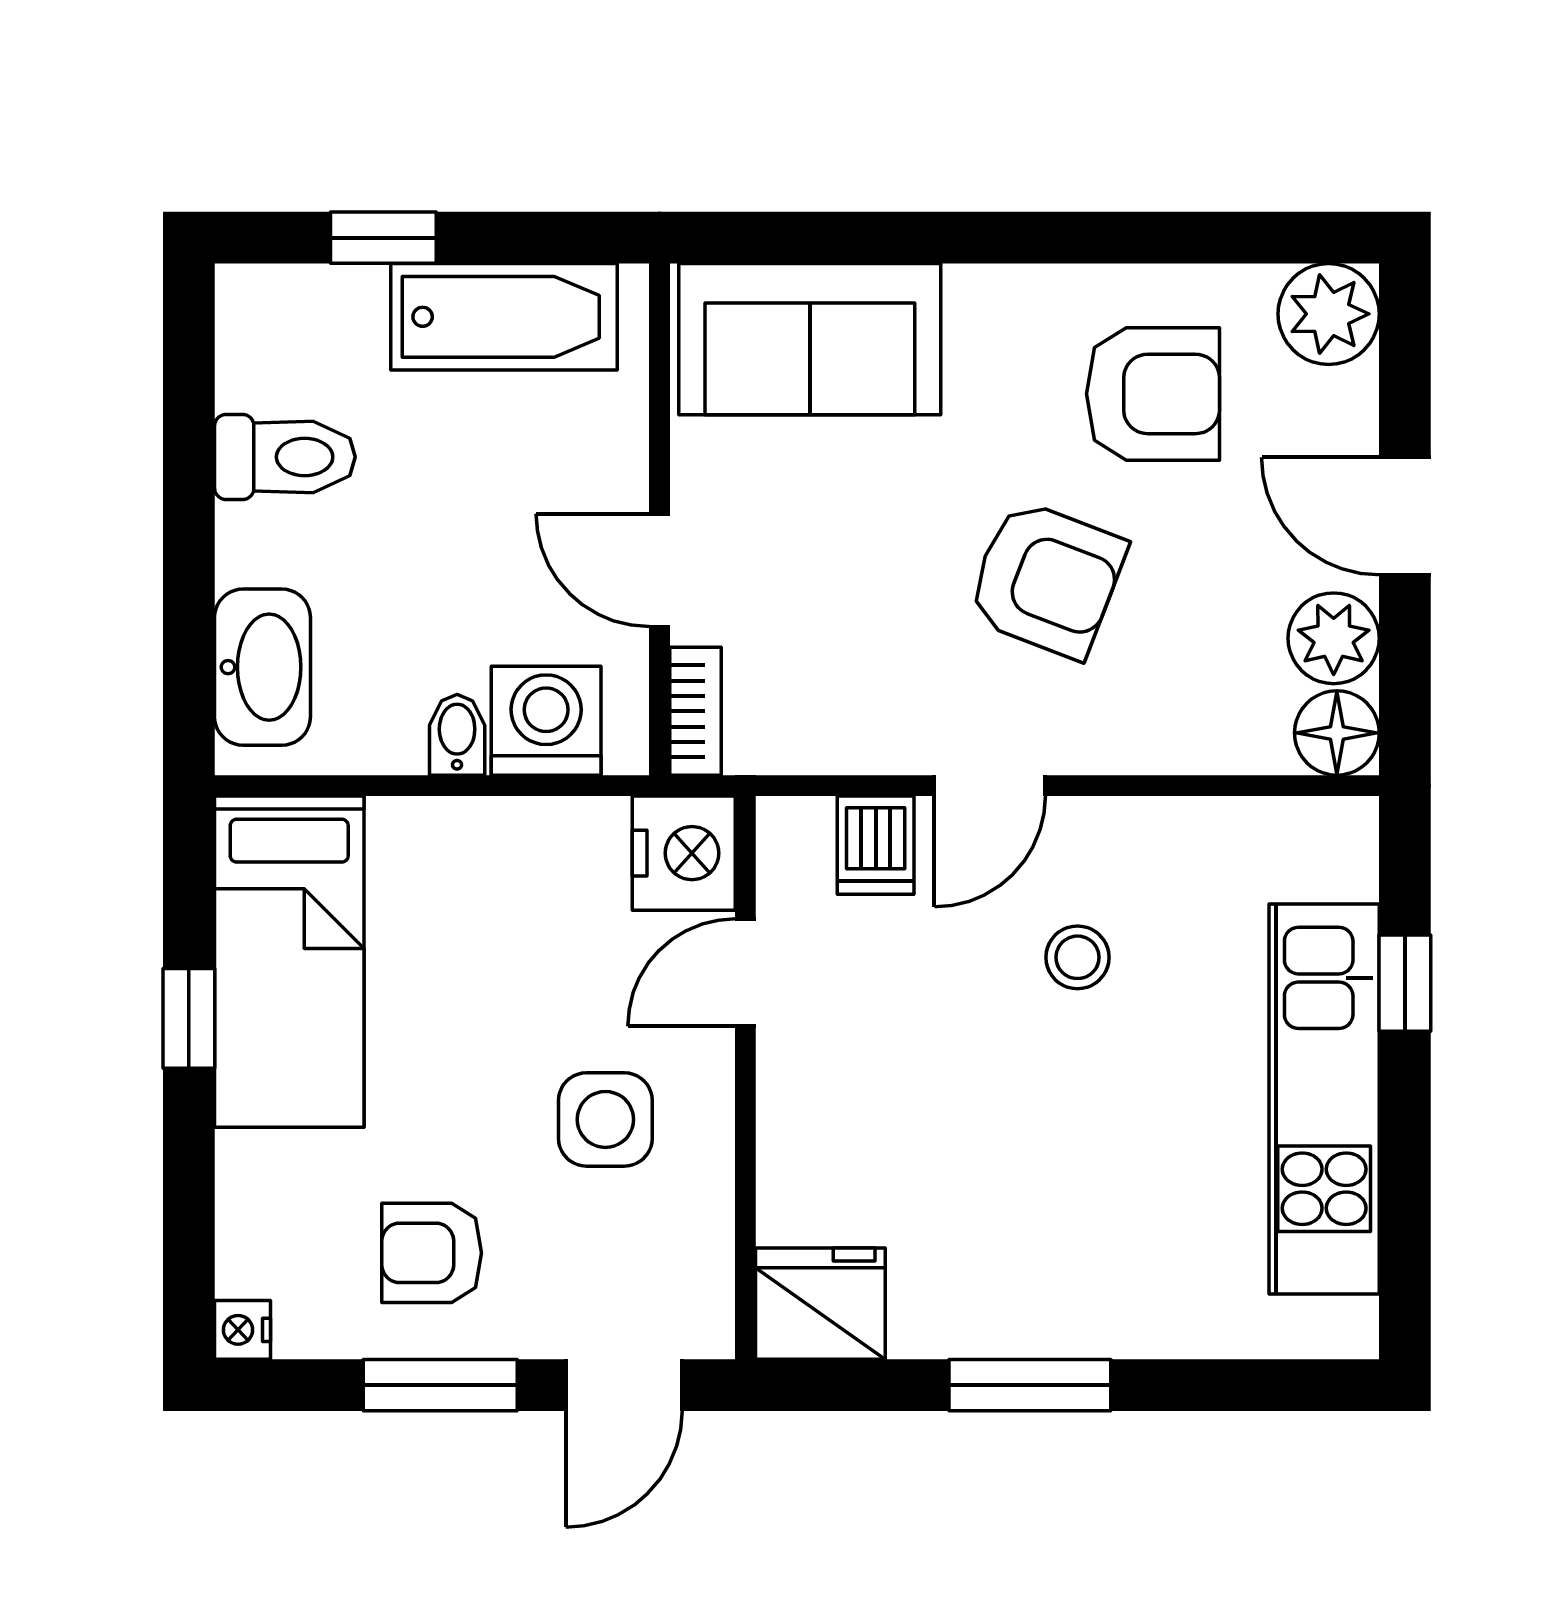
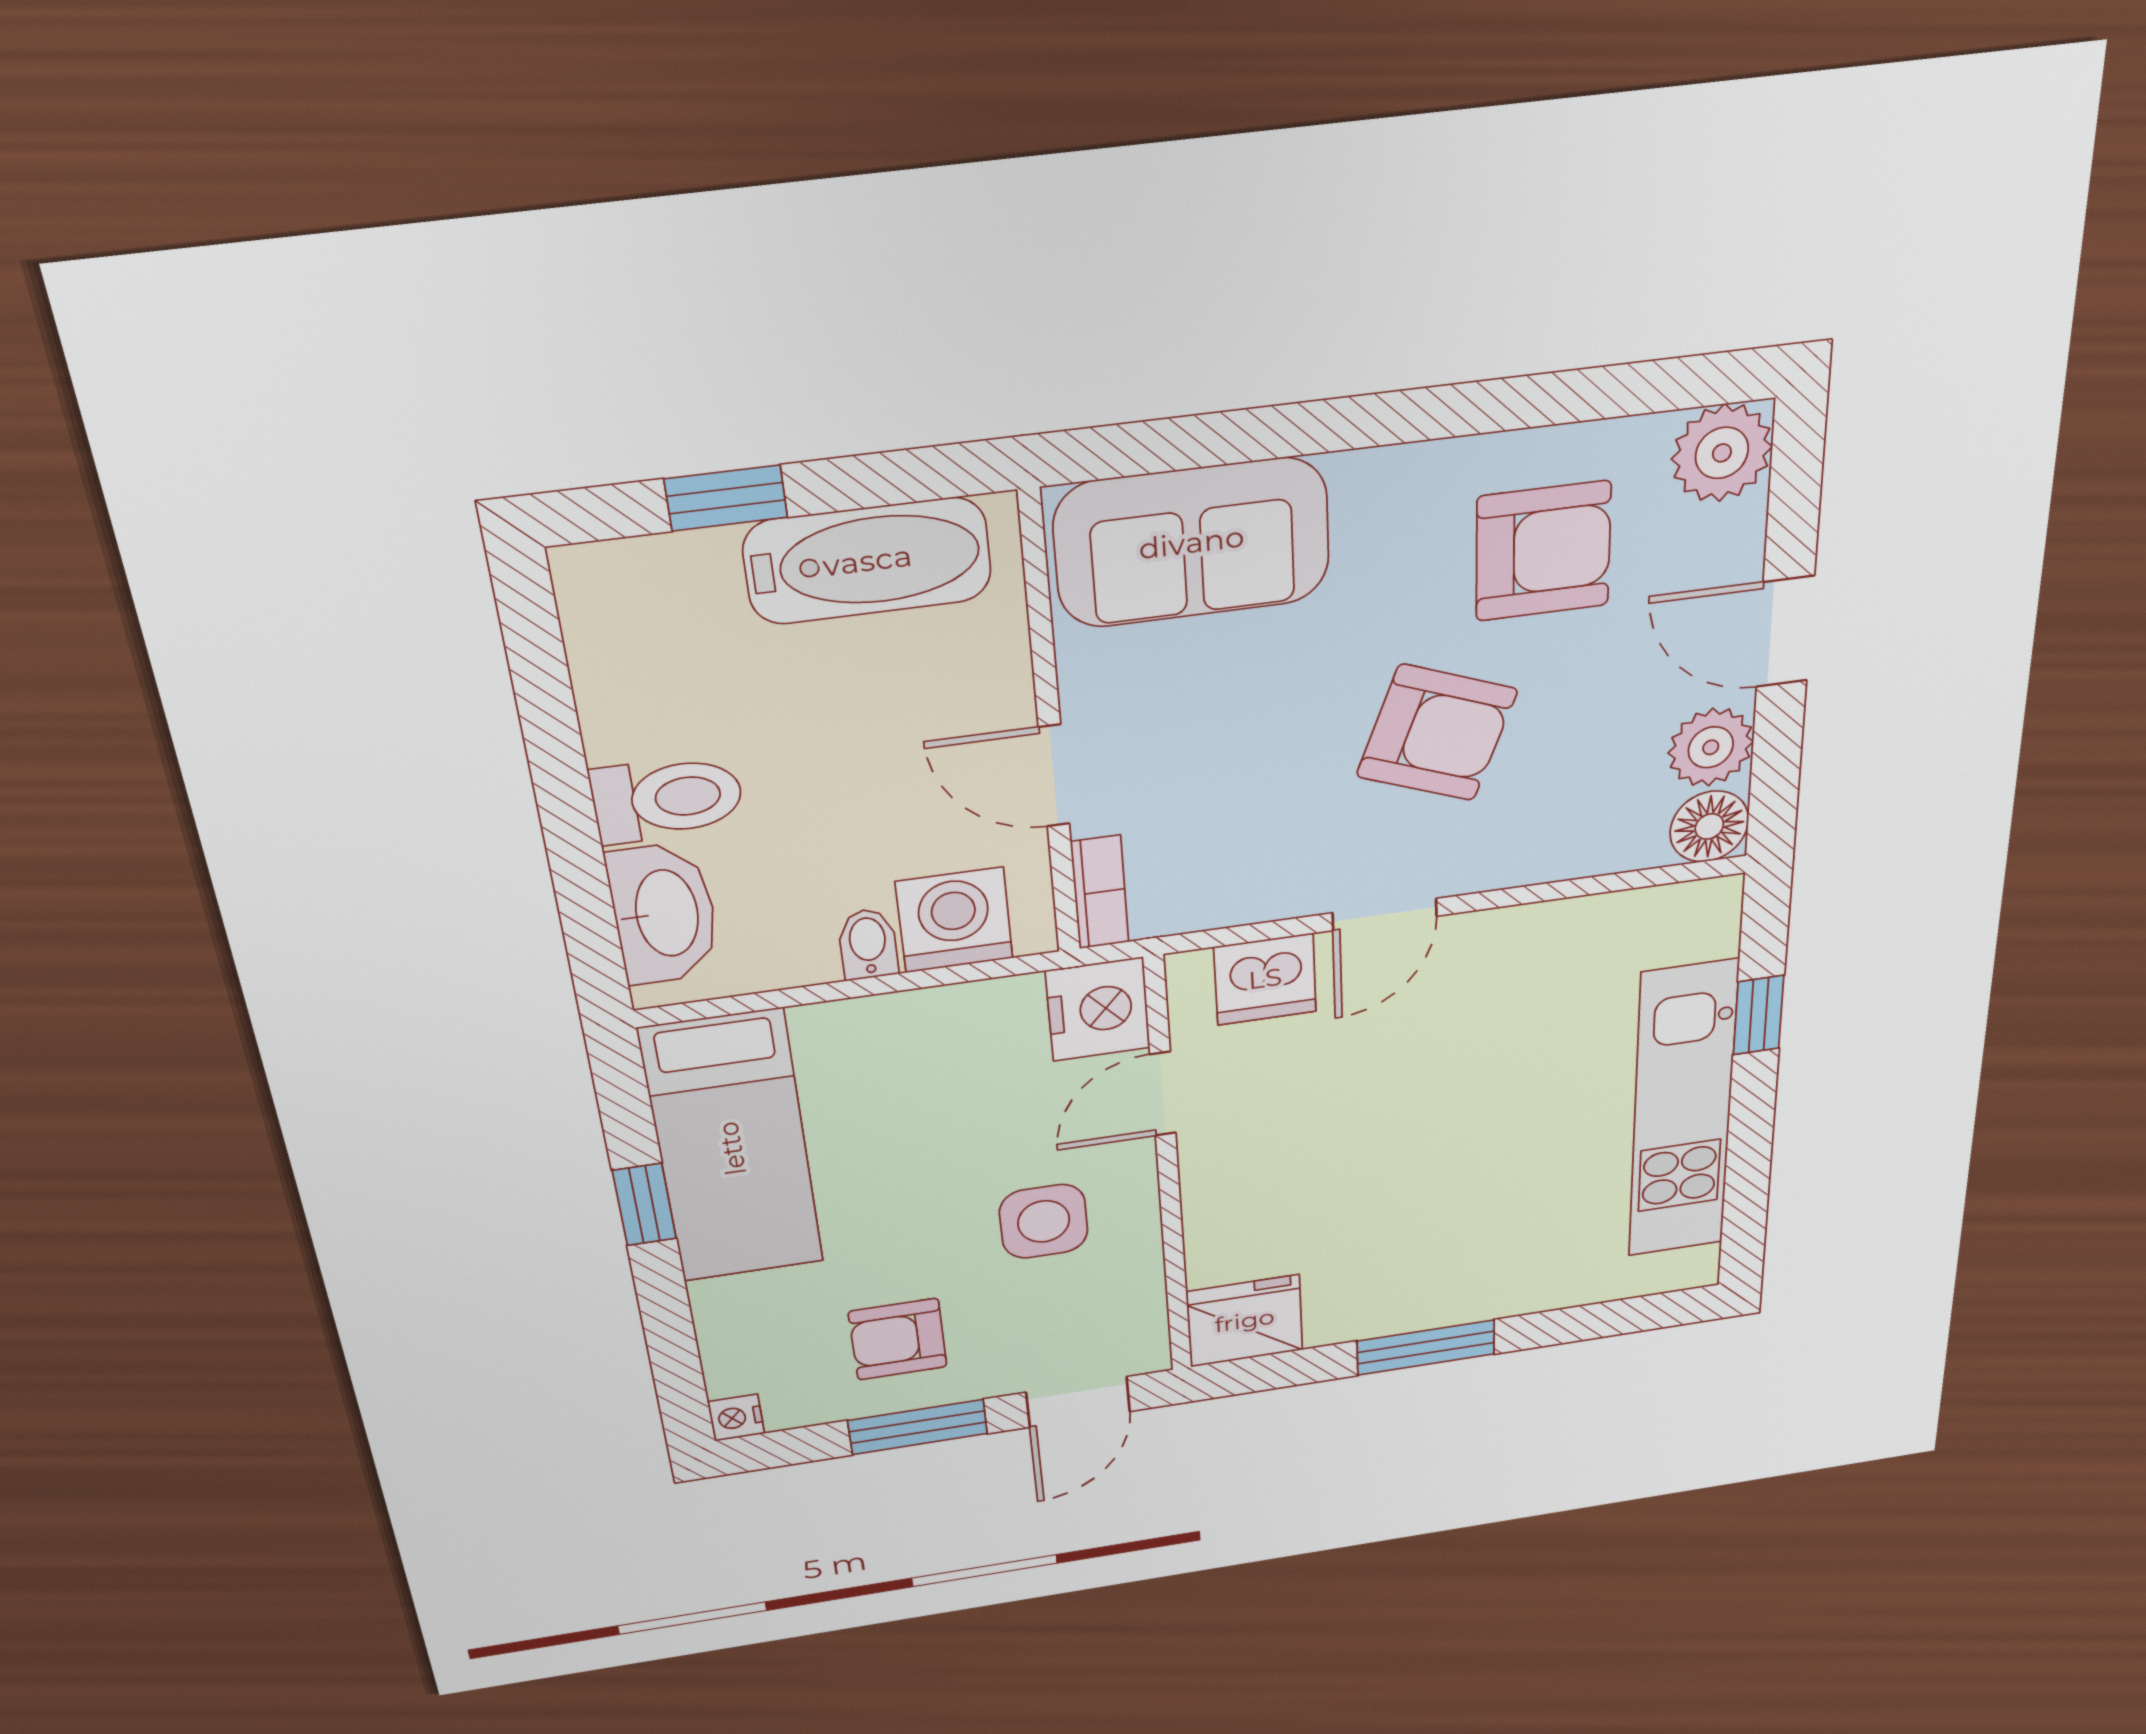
toilet: (285, 457) -> (667, 799), moved
dishwasher: (876, 845) -> (1265, 979), width x1.38
stool: (1077, 957) -> (1467, 1038), removed

